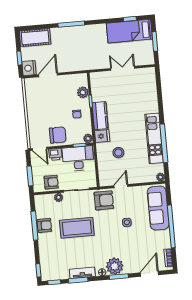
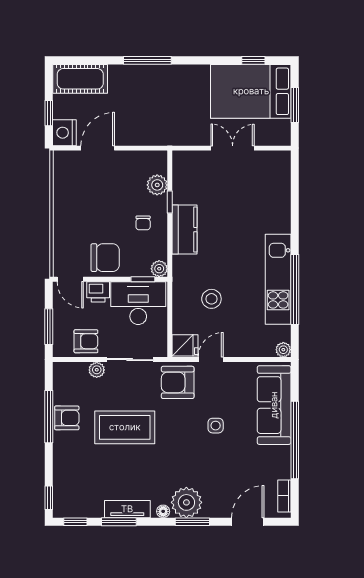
bed: (129, 31) -> (251, 91), width x1.50
fridge: (102, 136) -> (185, 345), moved
armchair: (104, 200) -> (178, 382), turned 180

